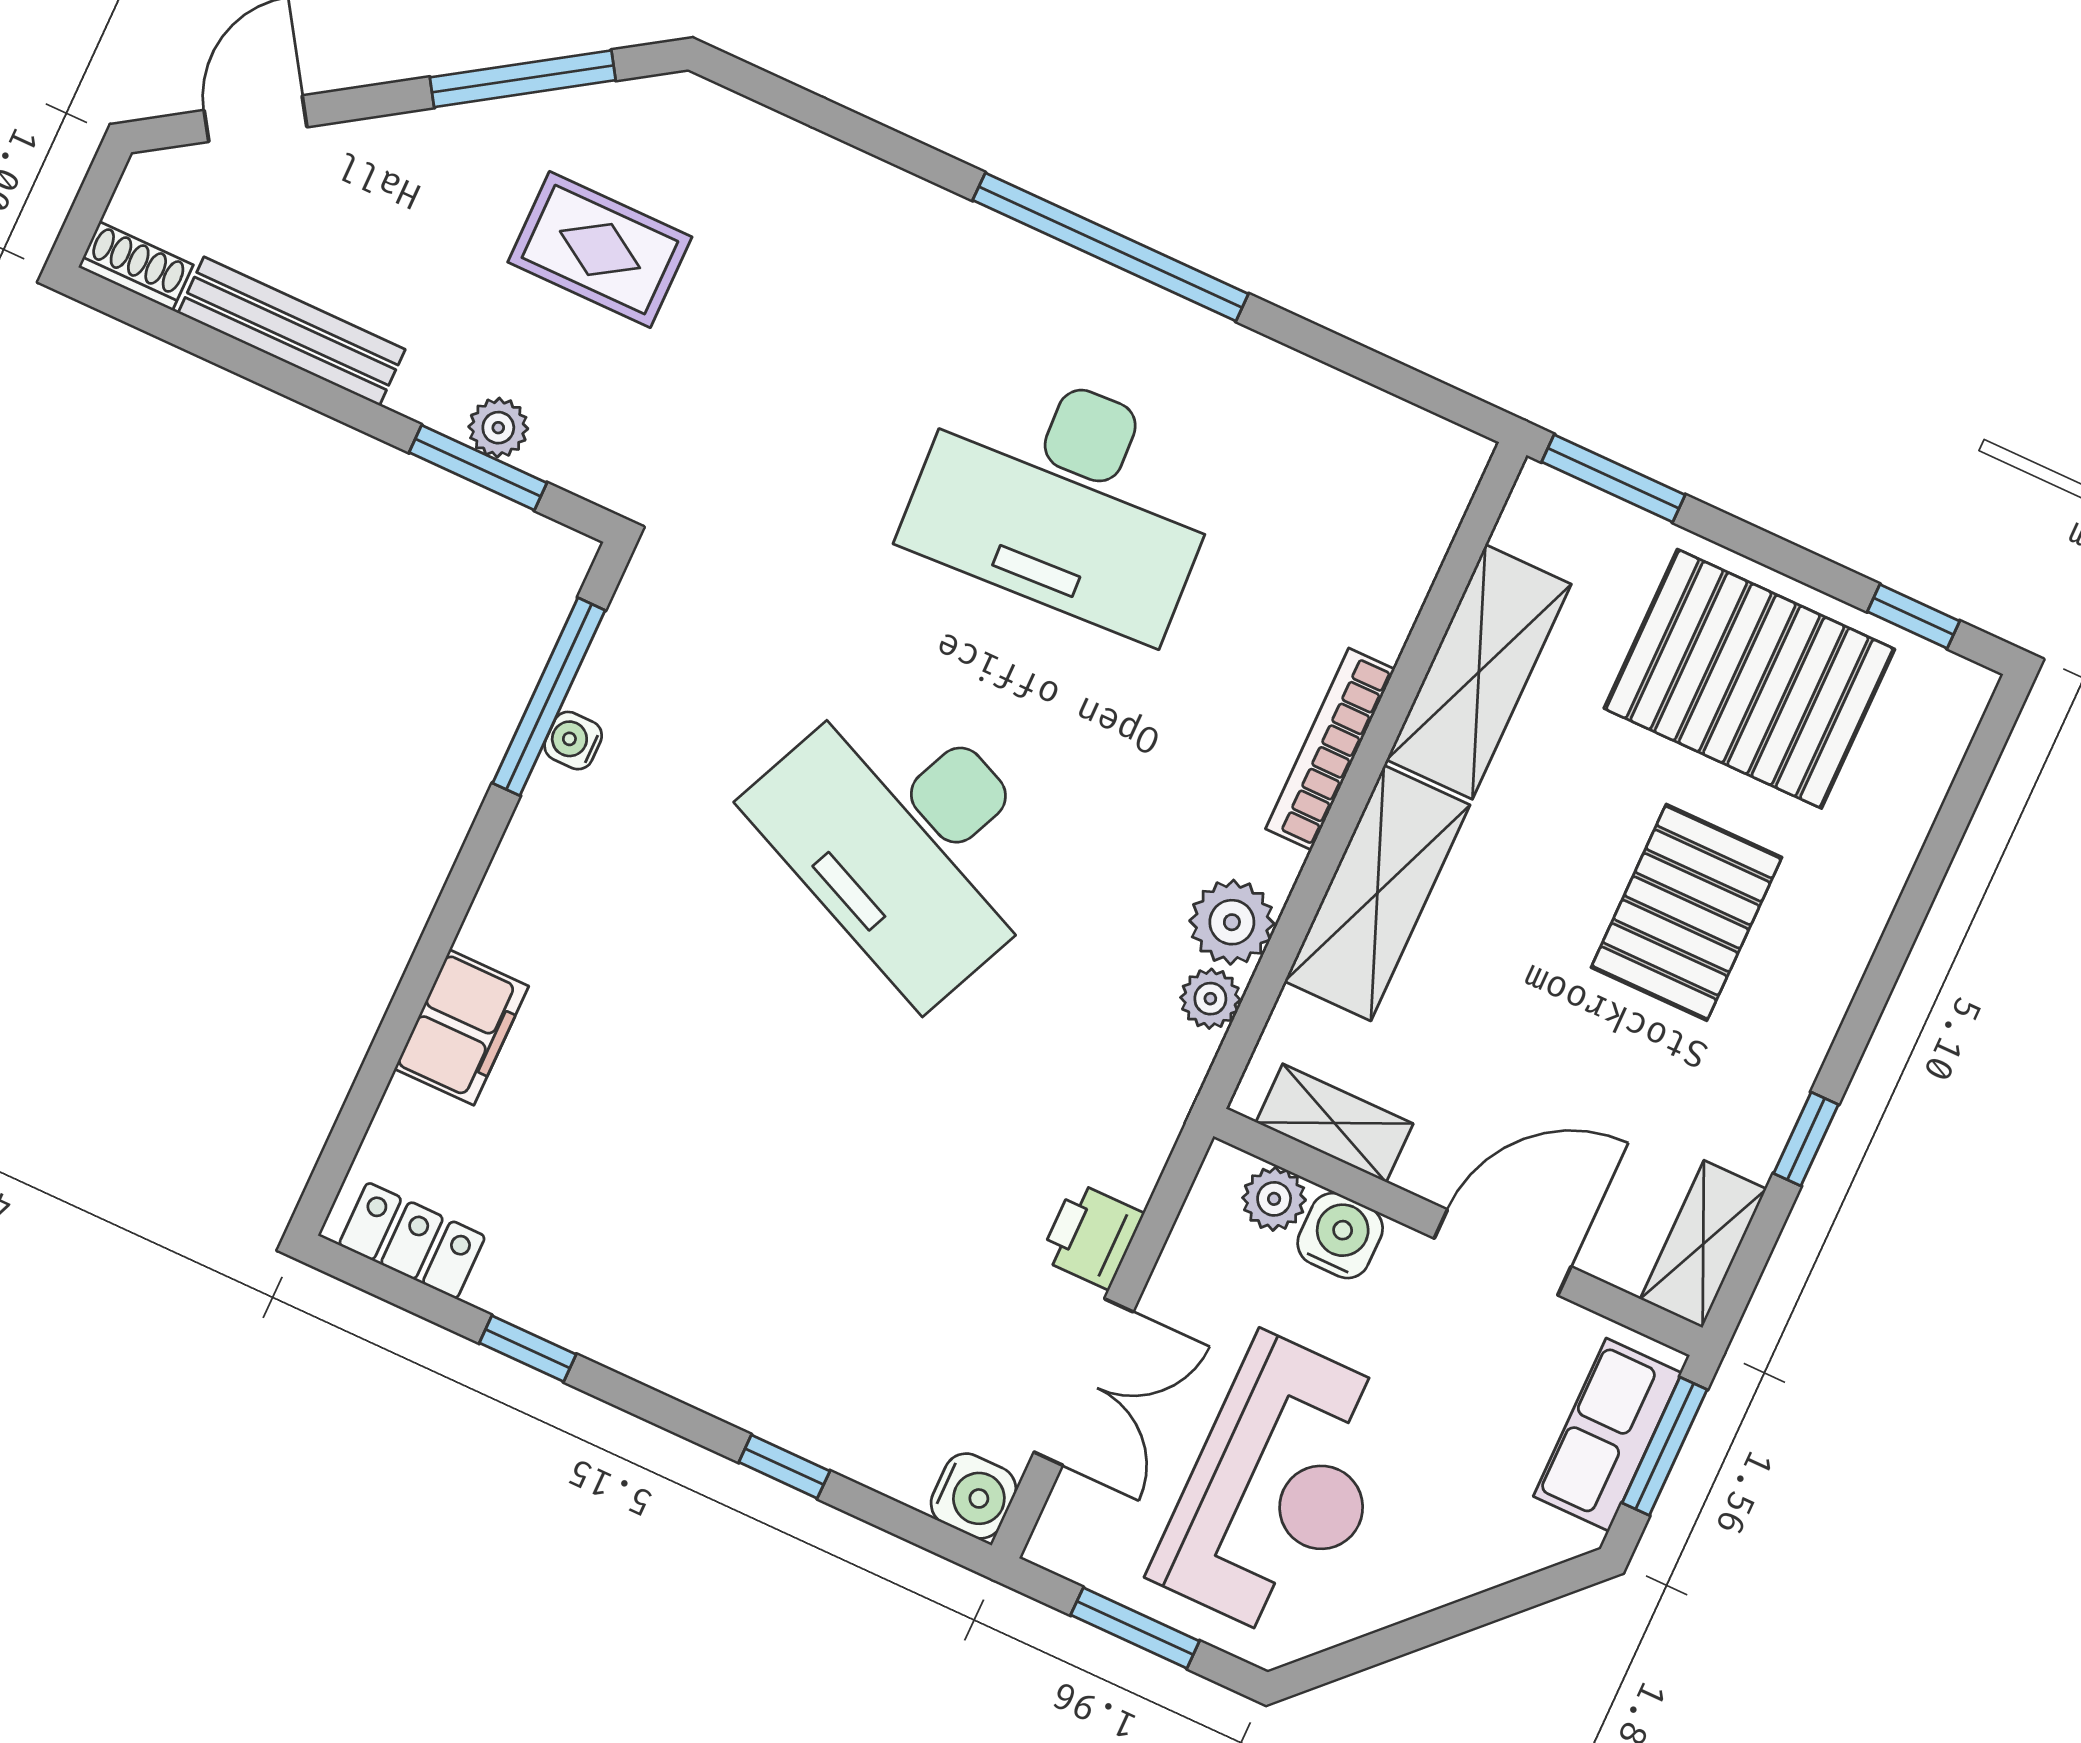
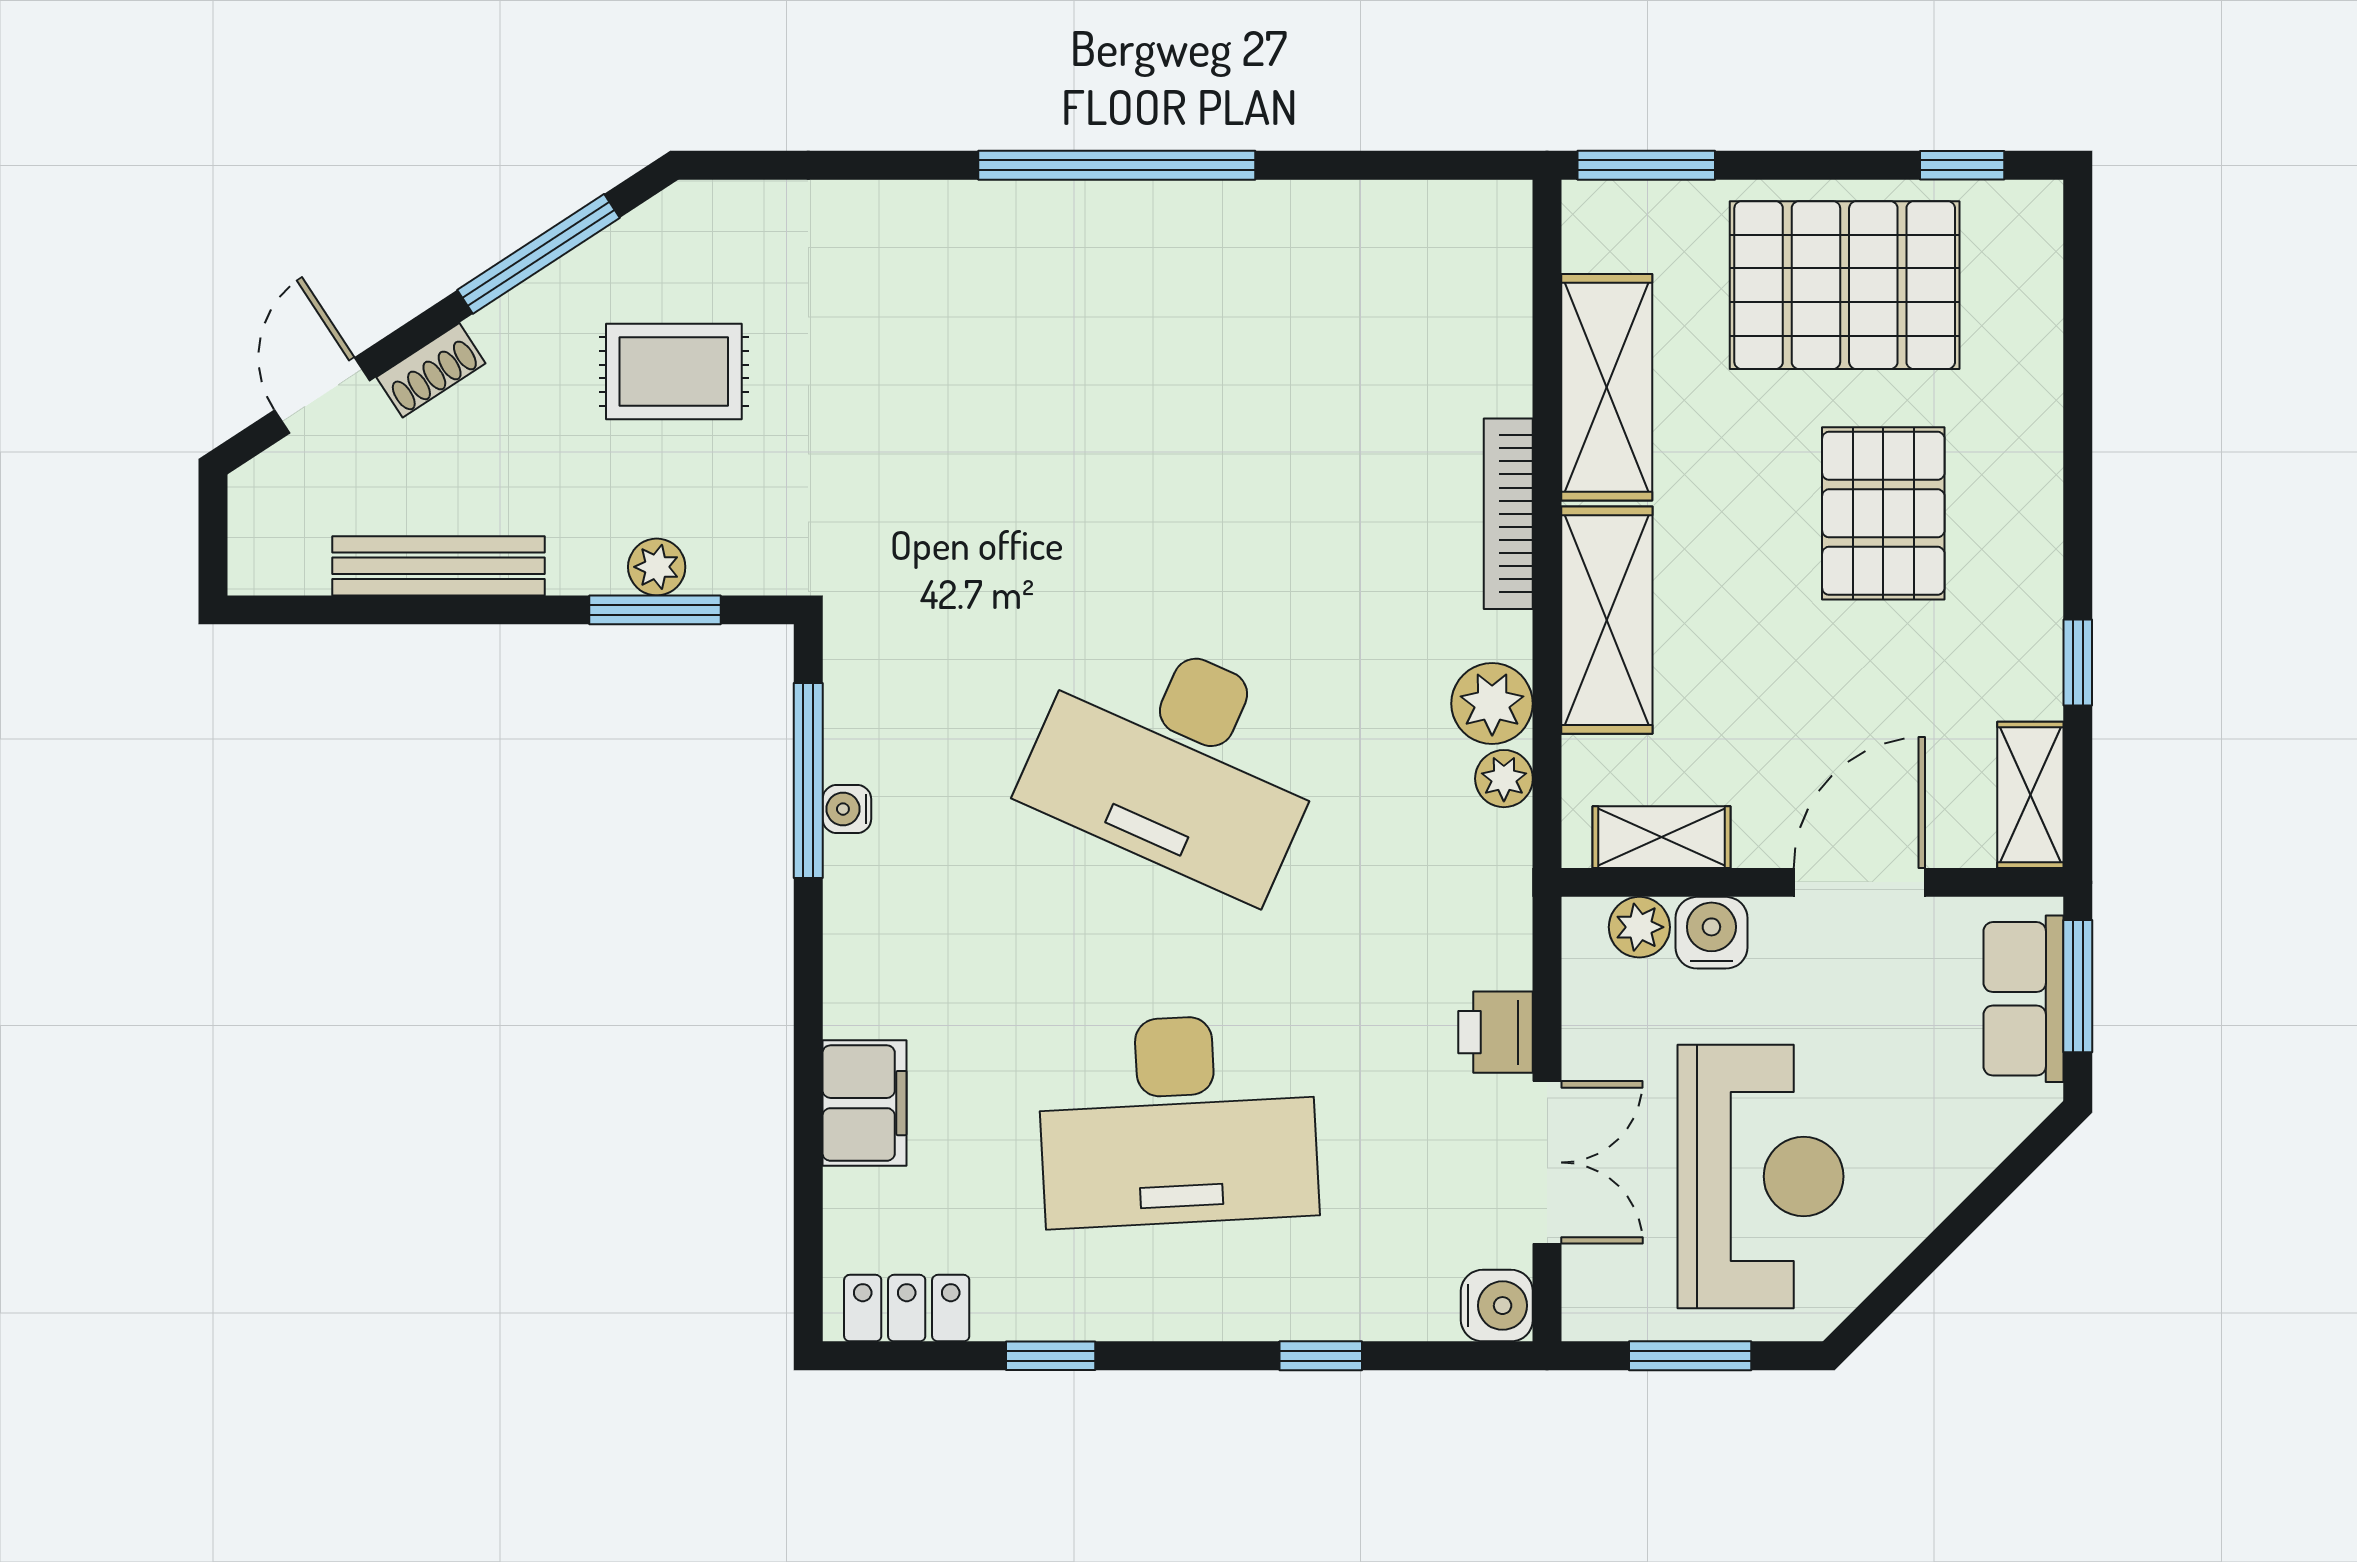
shoe rack: (136, 266) -> (431, 370), moved, turned 147
desk: (1066, 497) -> (1178, 1120), moved

